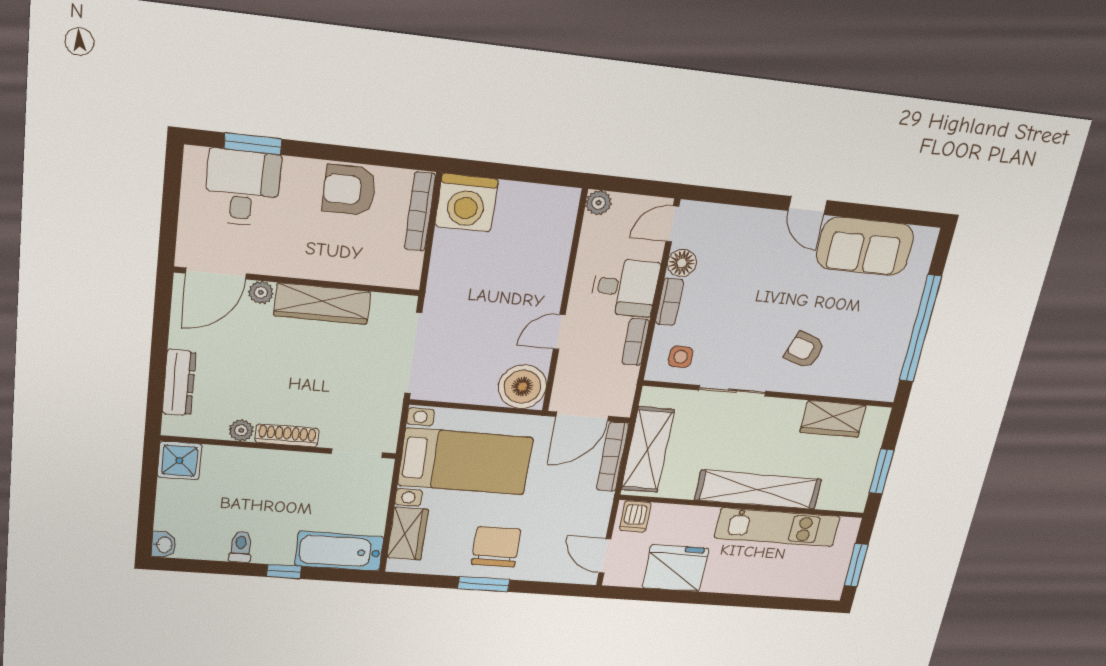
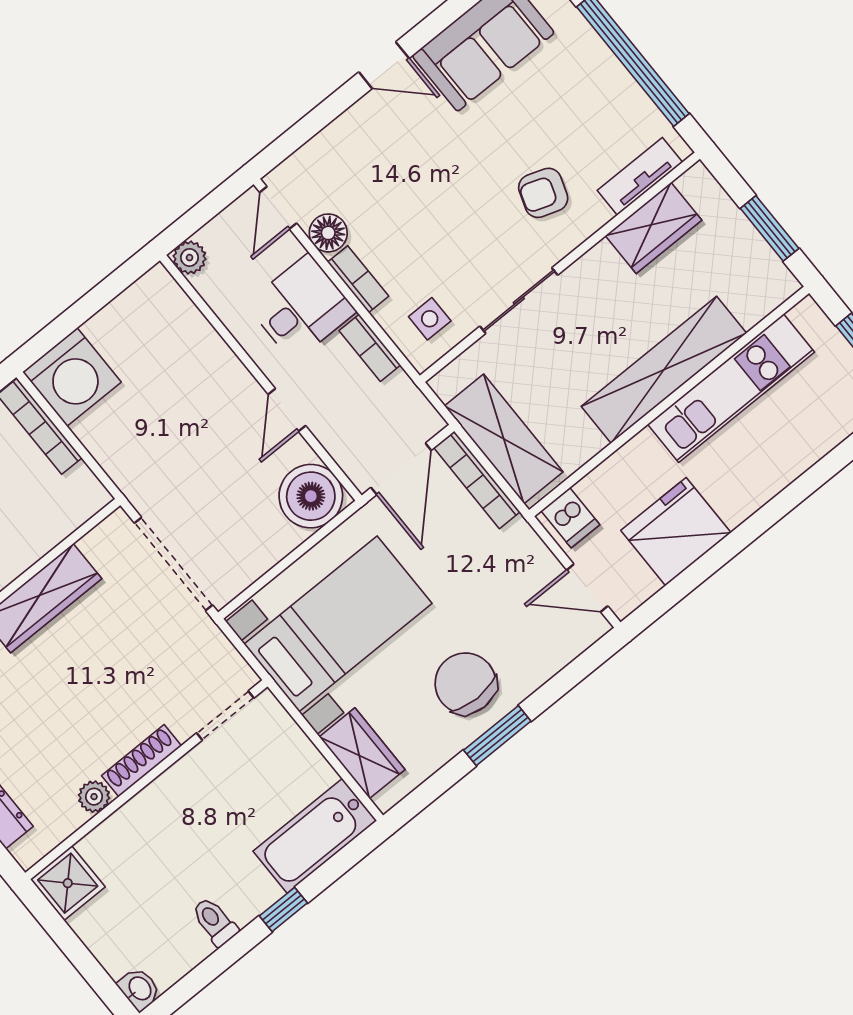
tv unit: (856, 388) -> (640, 176), added

